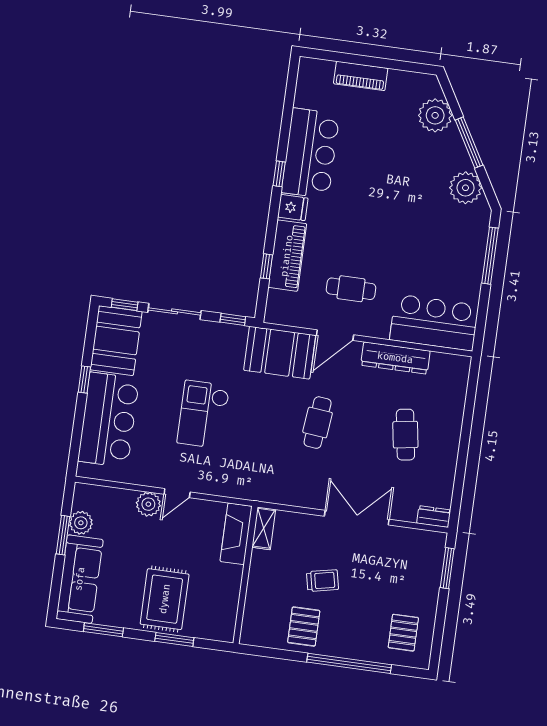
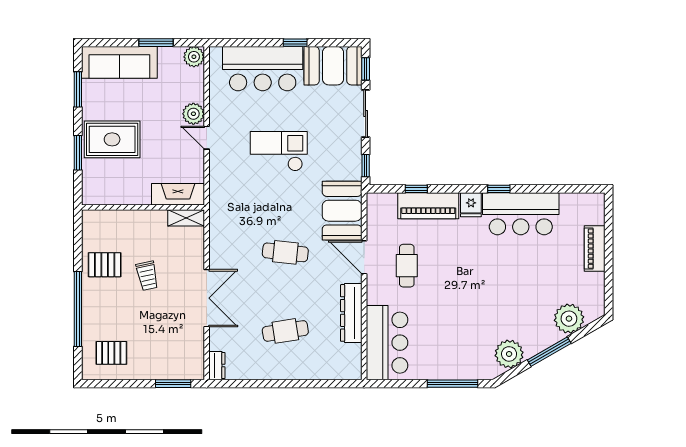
plant: (81, 523) -> (194, 57), moved

